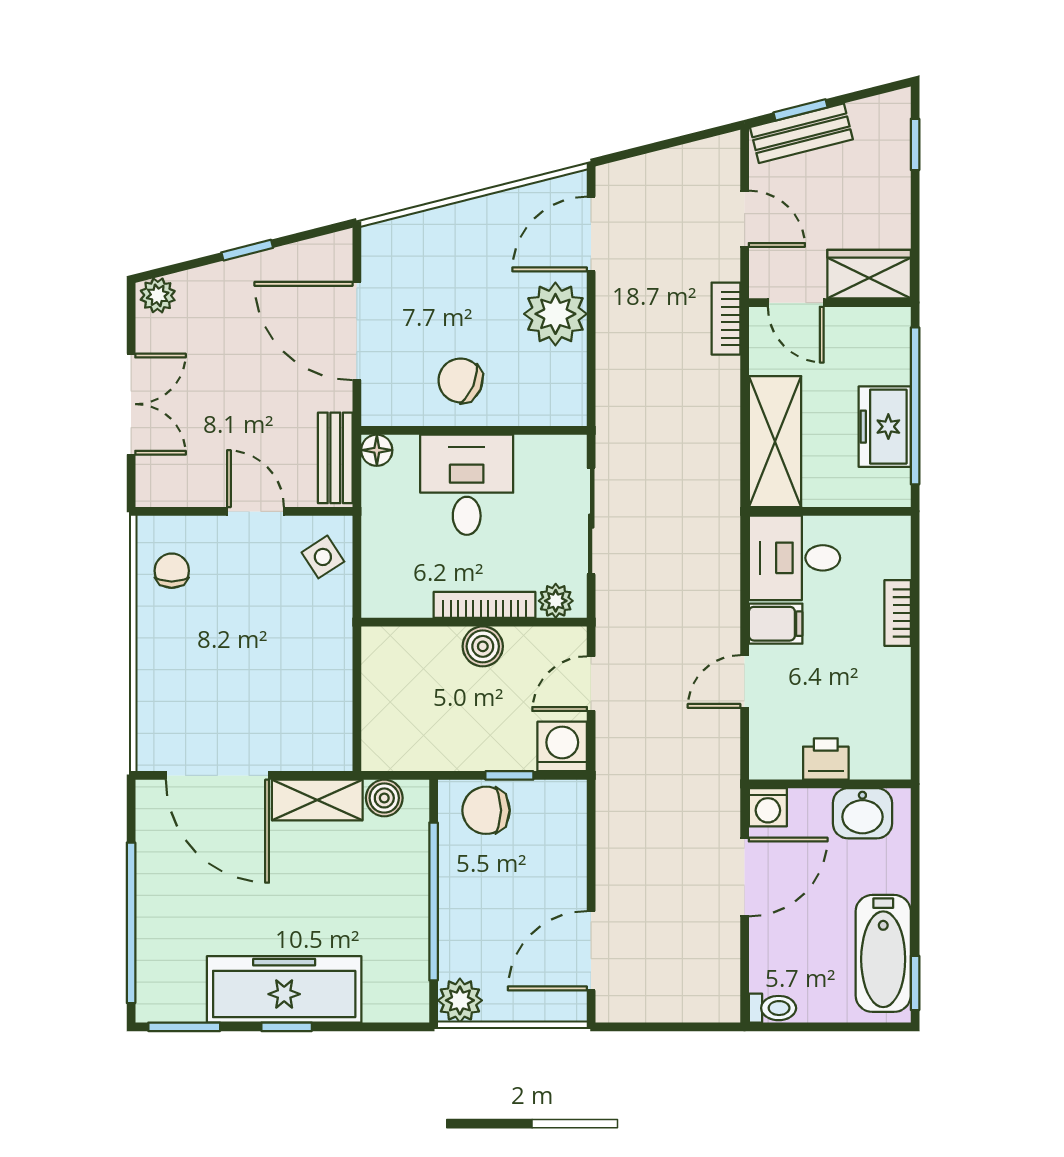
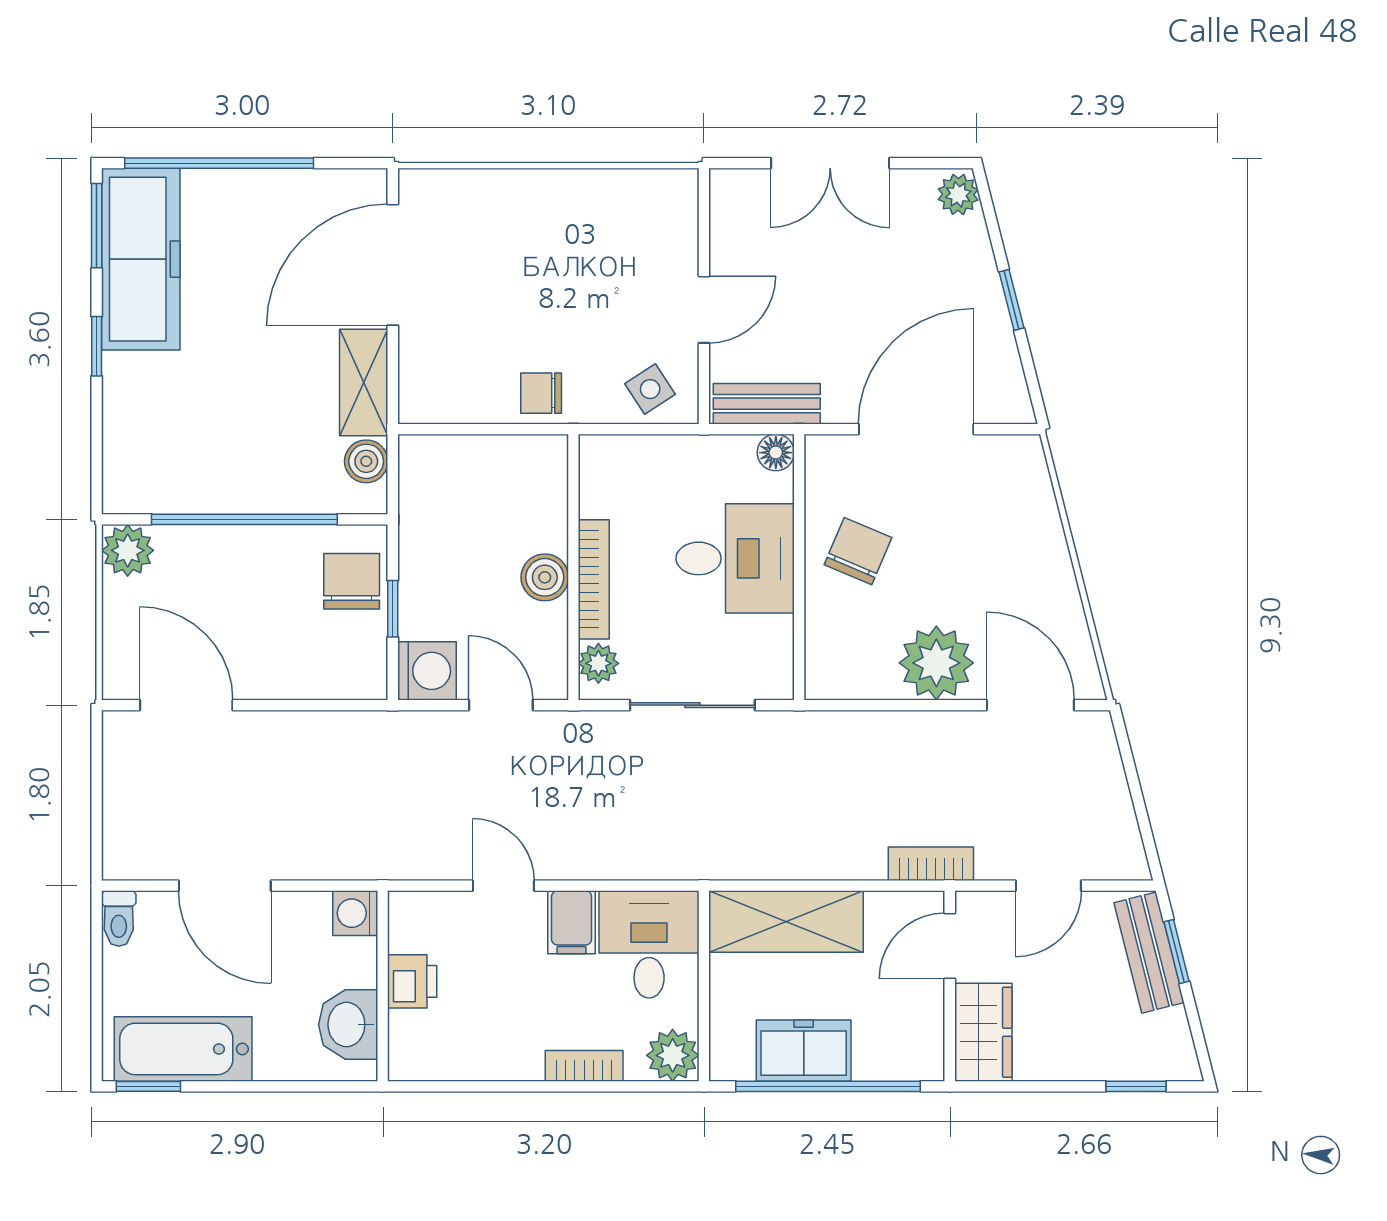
plant: (889, 538) -> (673, 1055), added
chair: (172, 571) -> (541, 393), moved, turned 180
door: (745, 877) -> (225, 886), moved
freezer: (284, 989) -> (141, 259), moved

